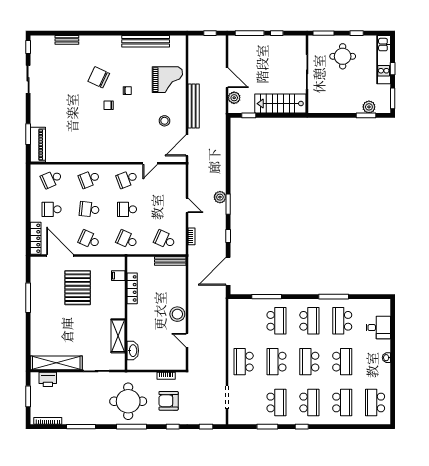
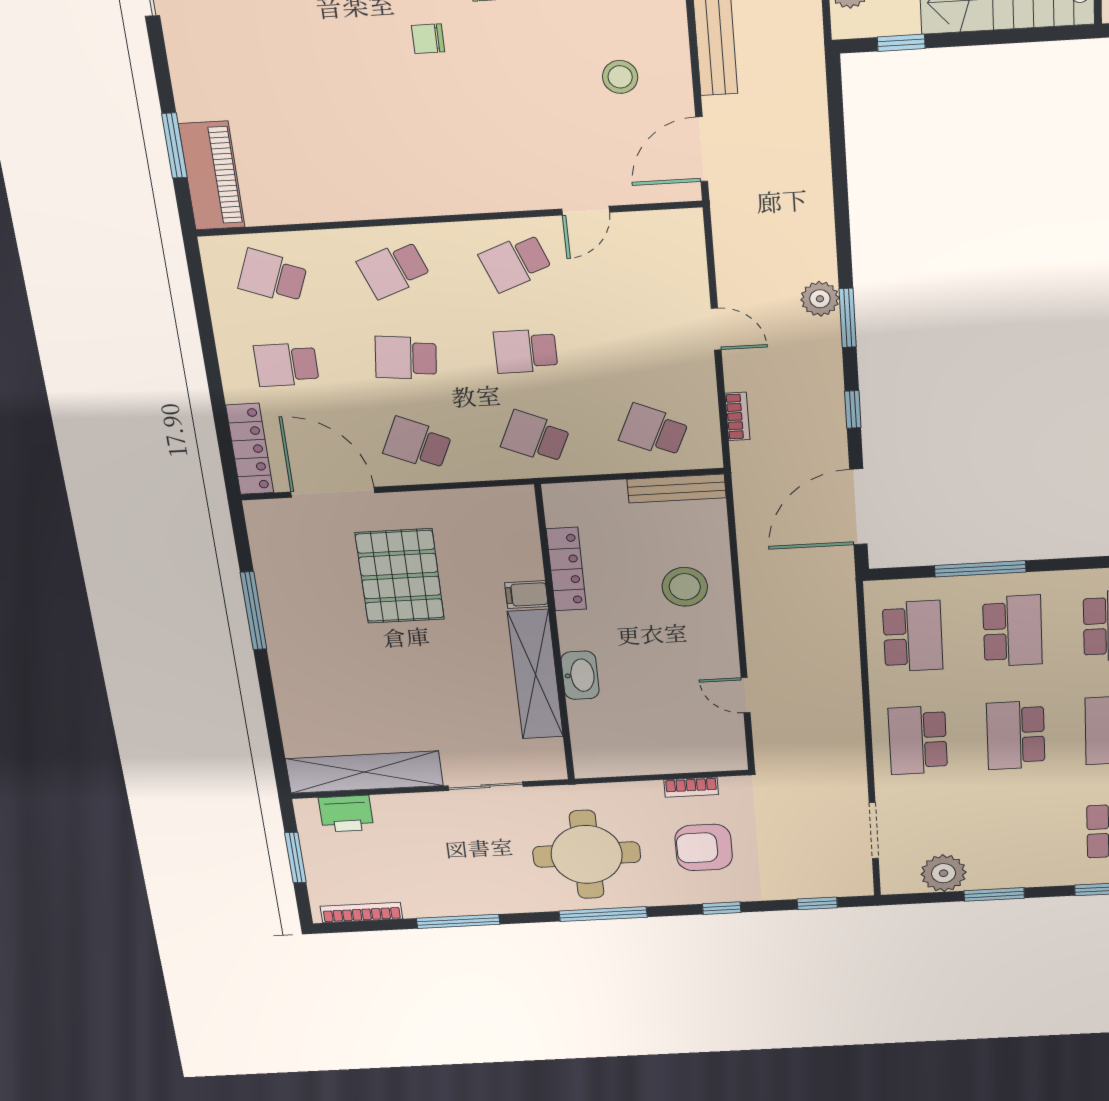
school desk: (52, 179) -> (273, 276), turned 45
filing cabinet: (118, 276) -> (526, 595), moved
stool: (177, 314) -> (685, 587), moved
shelving: (118, 336) -> (536, 675), width x1.47
washbasin: (133, 351) -> (580, 675), moved
school desk: (276, 402) -> (913, 636), moved
plant: (250, 417) -> (944, 873), added

